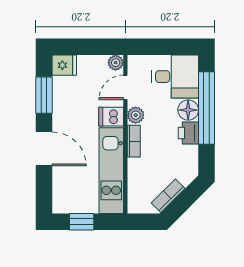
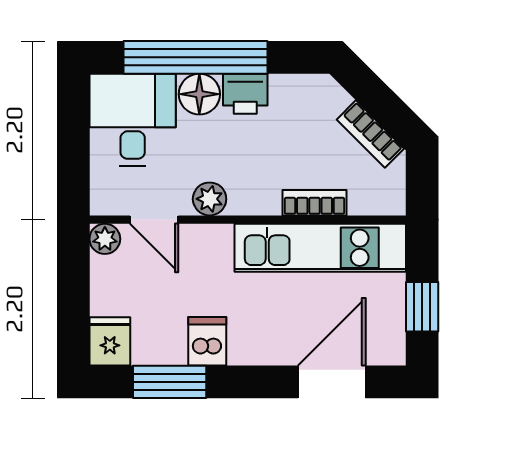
dishwasher: (111, 117) -> (207, 341), moved, turned 180
bookcase: (134, 141) -> (315, 203), moved
door: (44, 149) -> (332, 382), moved

